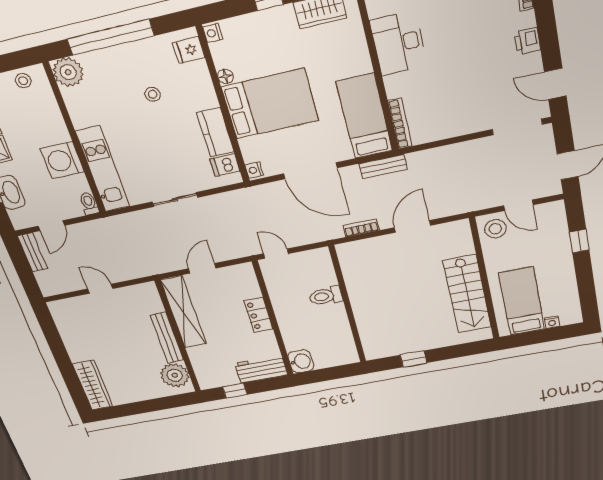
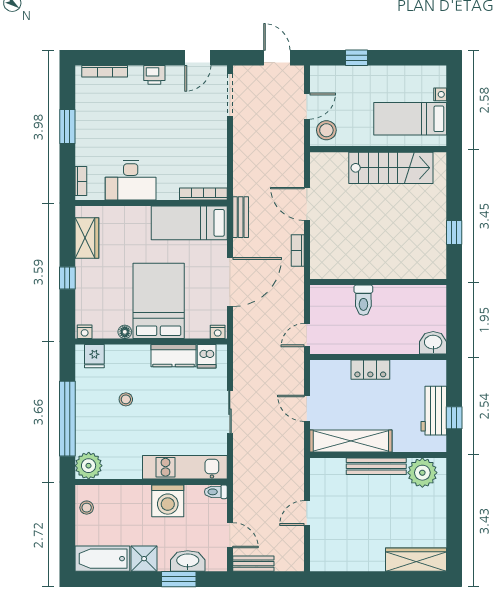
workbench: (261, 369) -> (434, 411), moved

